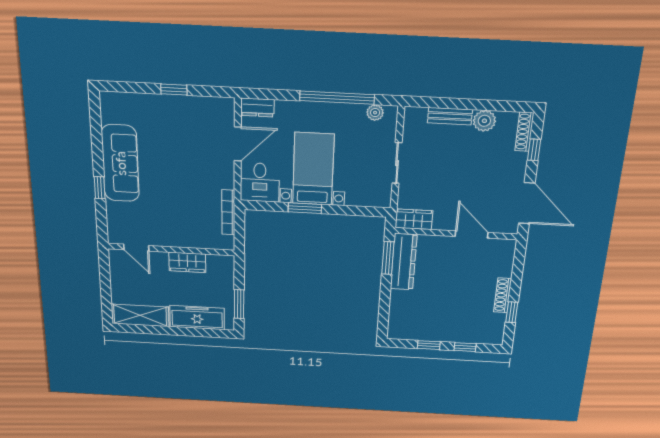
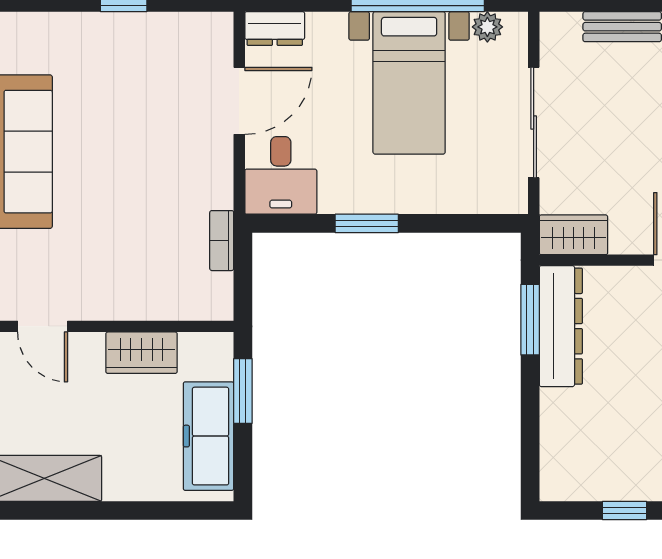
sliding door: (397, 163) -> (534, 123), width x1.37
bed with nightstands: (313, 169) -> (409, 83), moved, turned 180
bookcase: (228, 212) -> (222, 241), width x0.64
window: (239, 304) -> (243, 391), moved
freezer: (197, 318) -> (209, 436), moved, turned -90

